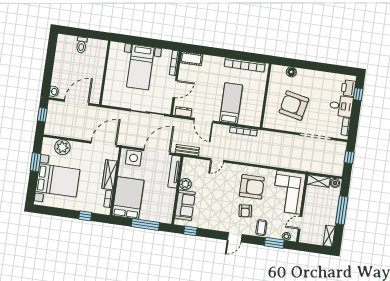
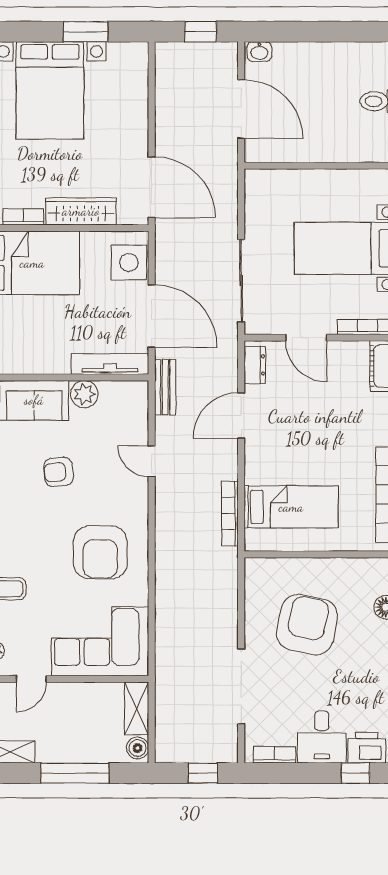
bed: (231, 103) -> (291, 507), moved
plant: (62, 147) -> (130, 90), removed
armchair: (245, 211) -> (59, 472), moved
door: (300, 223) -> (31, 679), swing flipped

